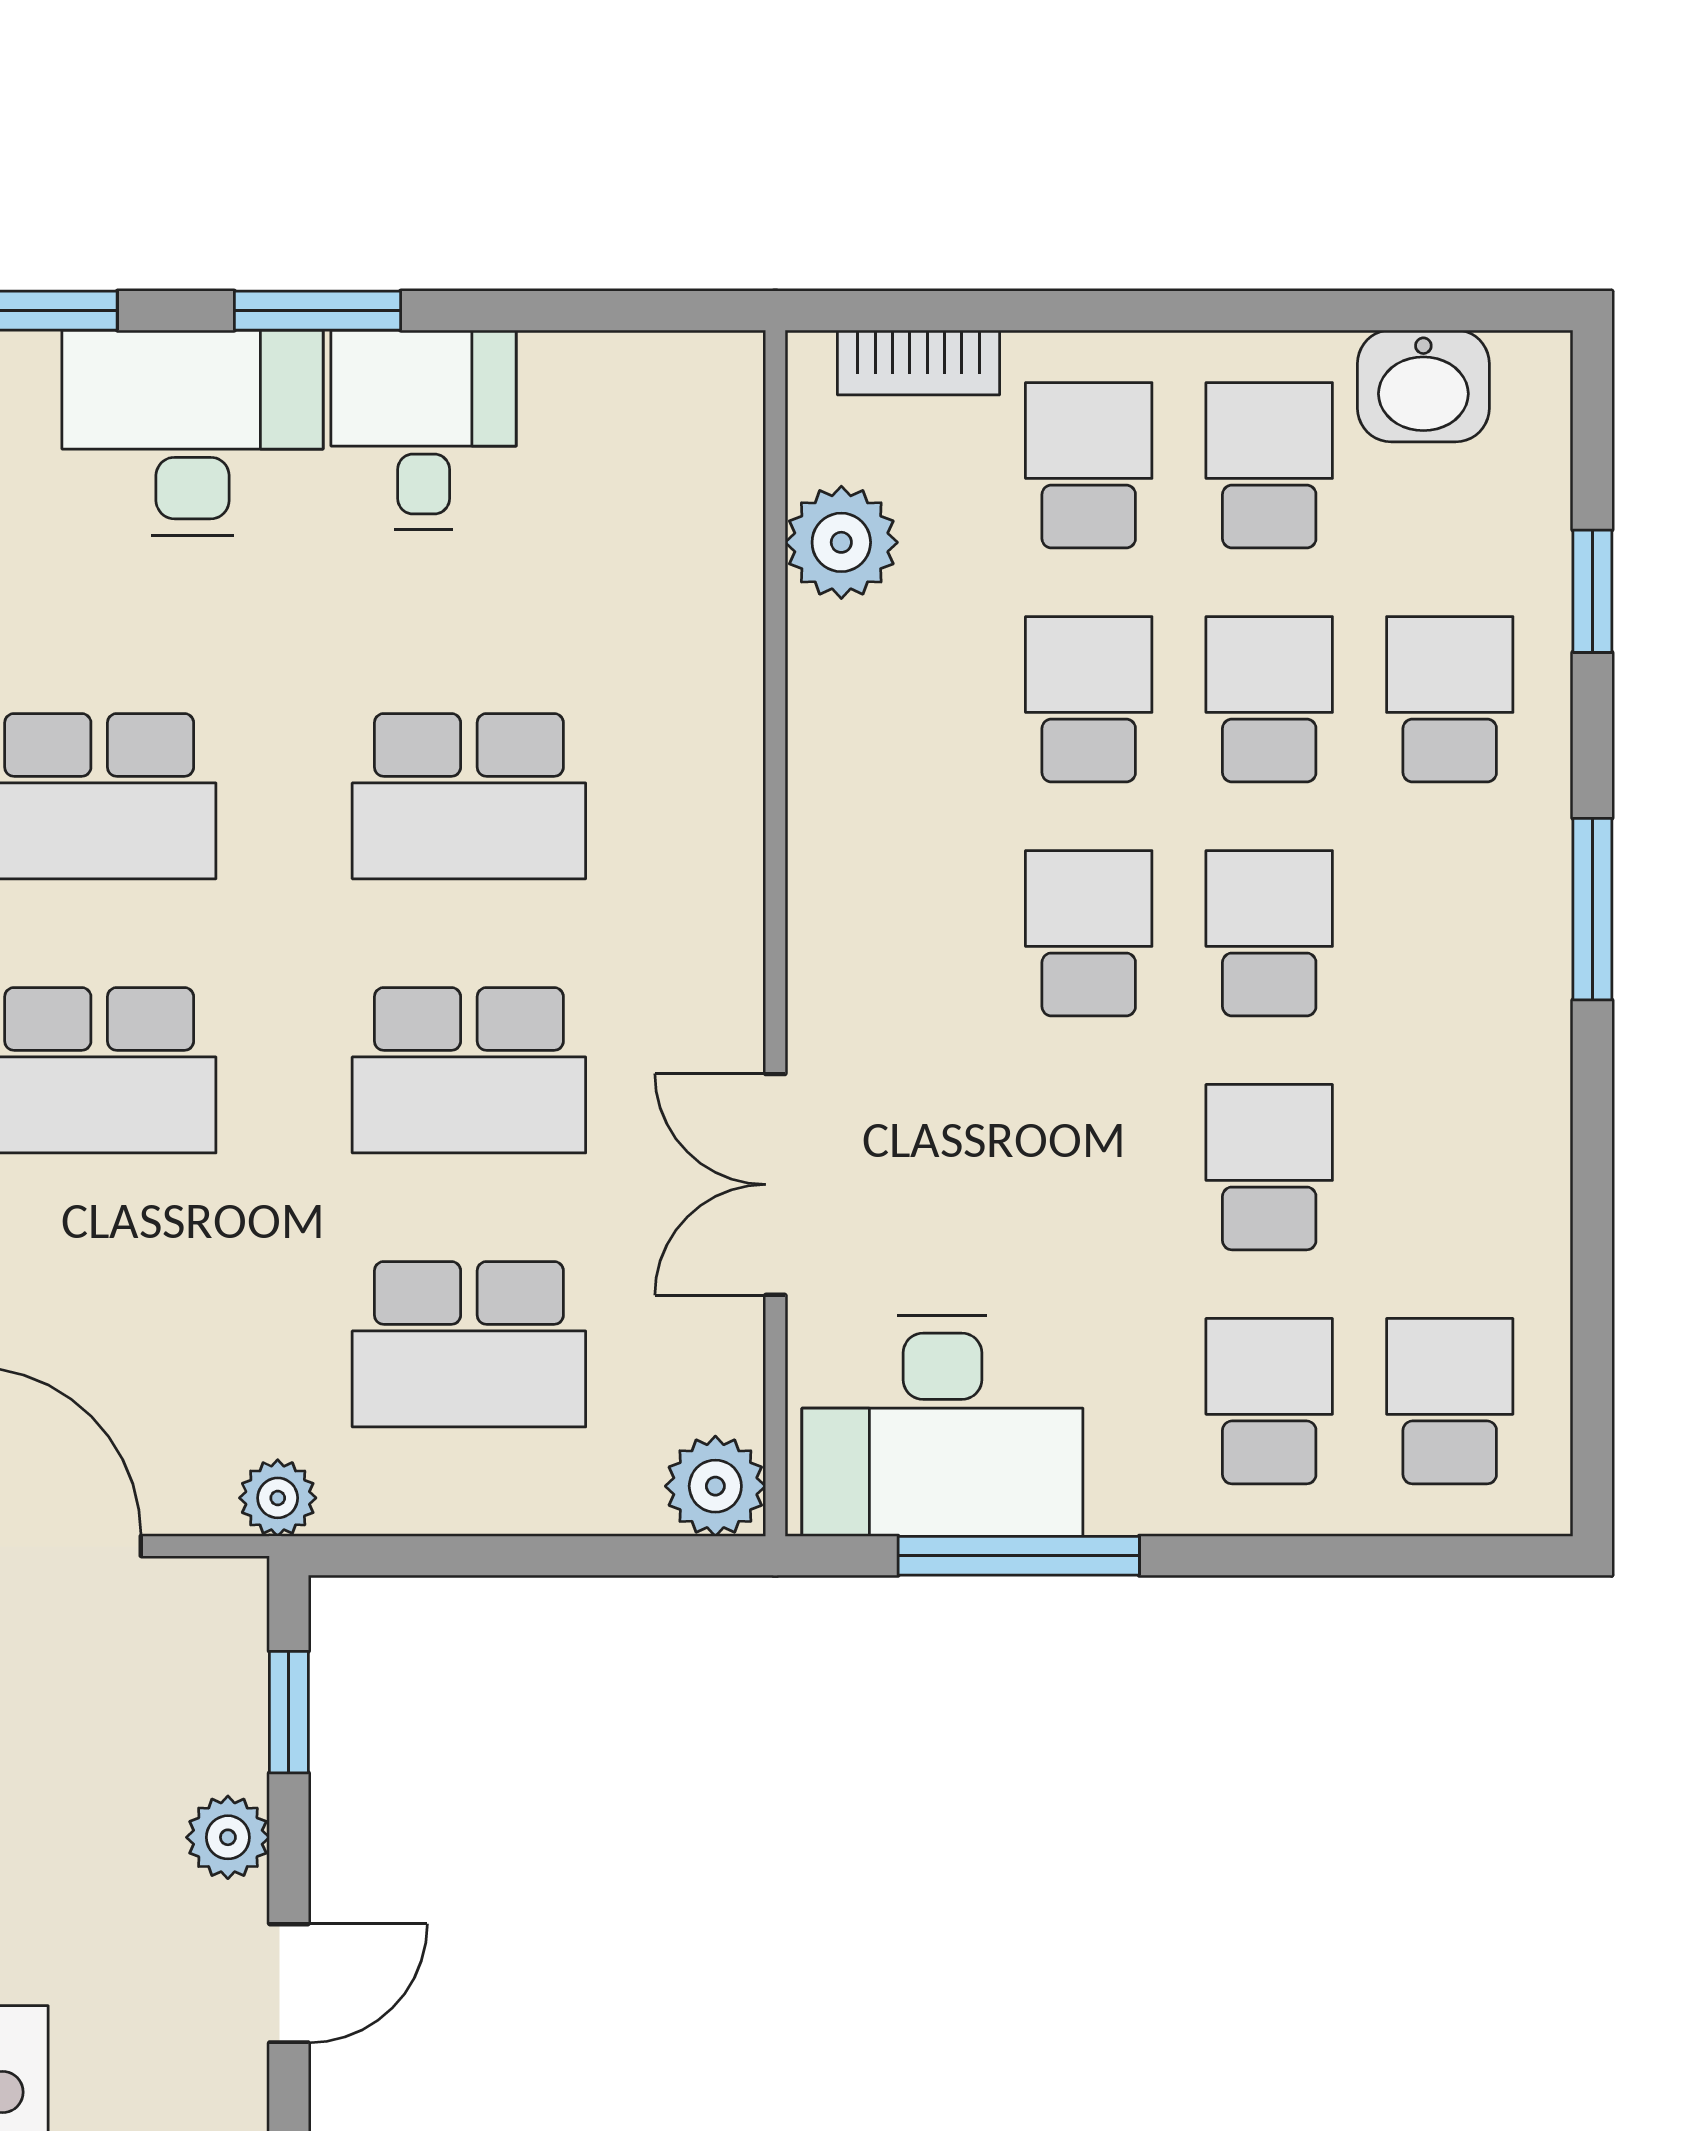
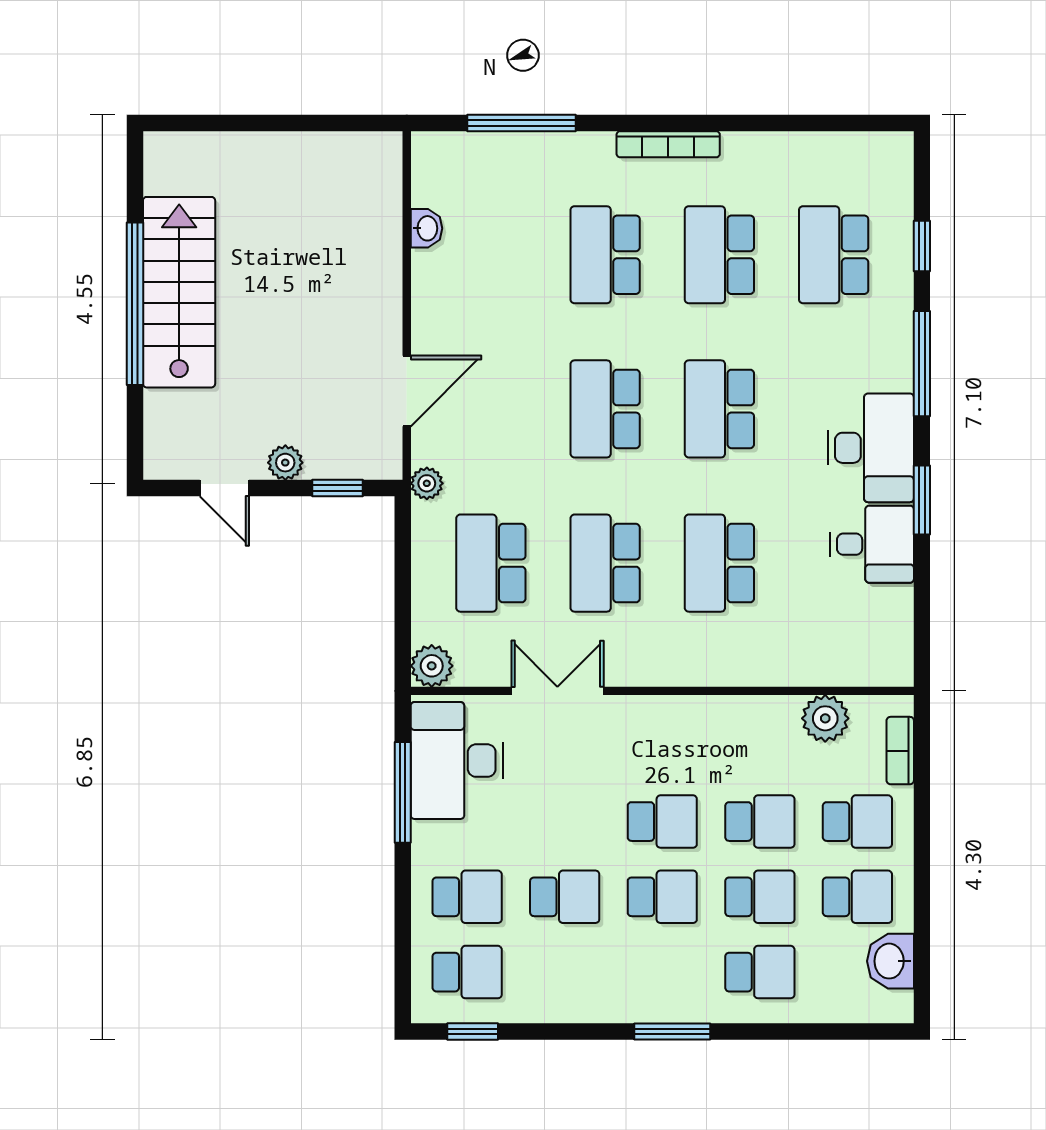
window: (1592, 591) -> (473, 1032), moved

